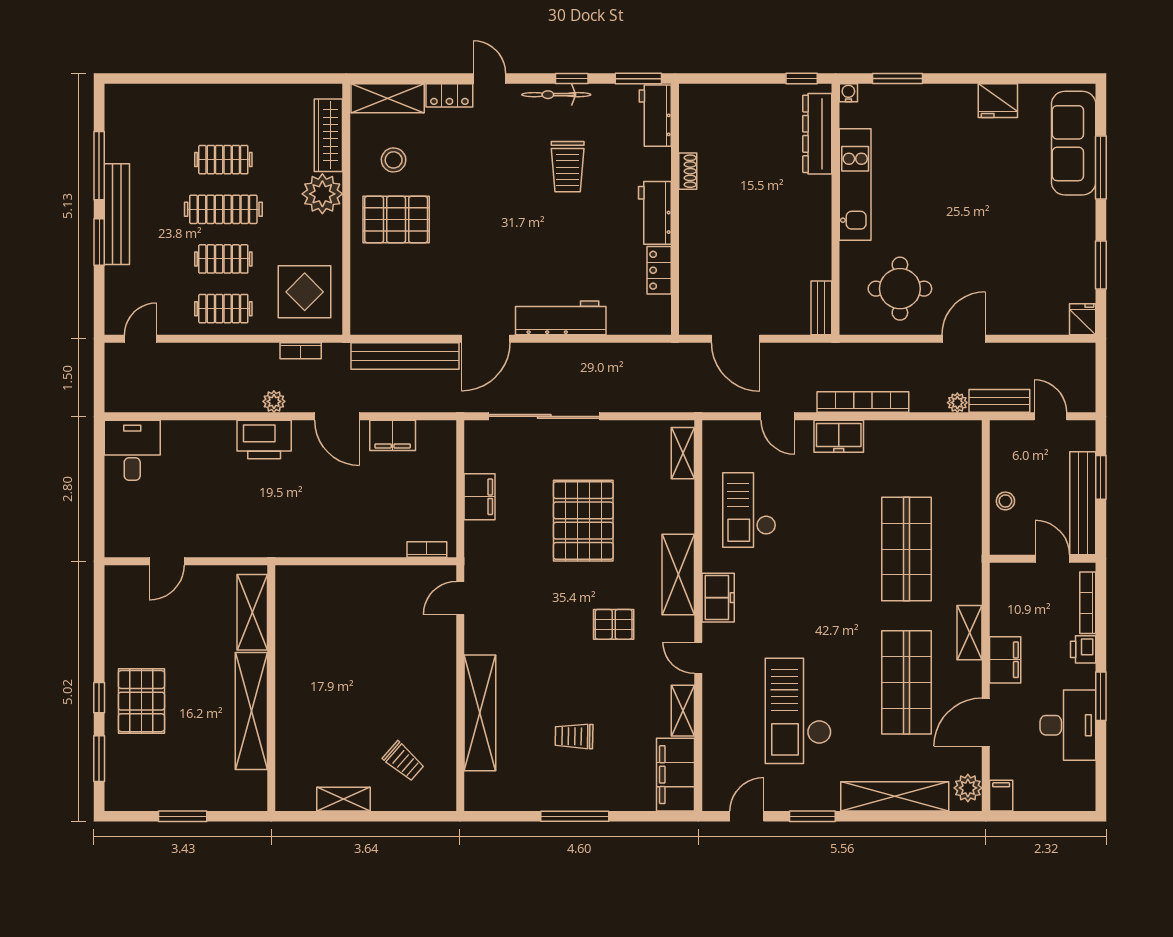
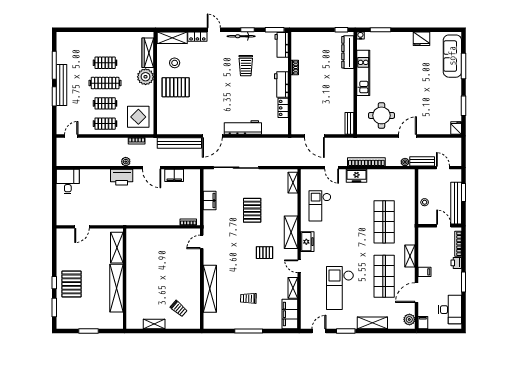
pallet: (583, 521) -> (252, 210), width x0.73, depth x0.71
filing cabinet: (1005, 660) -> (424, 272), width x0.50
desk: (1068, 725) -> (450, 310), moved
shelving: (895, 796) -> (372, 323), width x0.68

